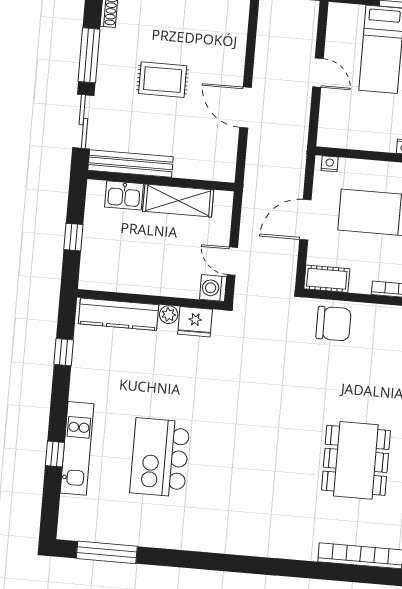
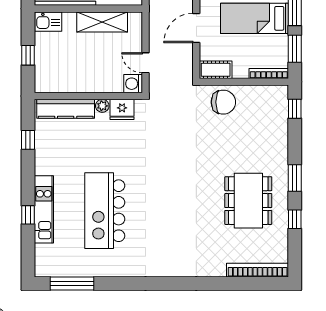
kitchen sink: (124, 195) -> (48, 22), moved
kitchen island: (160, 457) -> (105, 211), width x1.37

